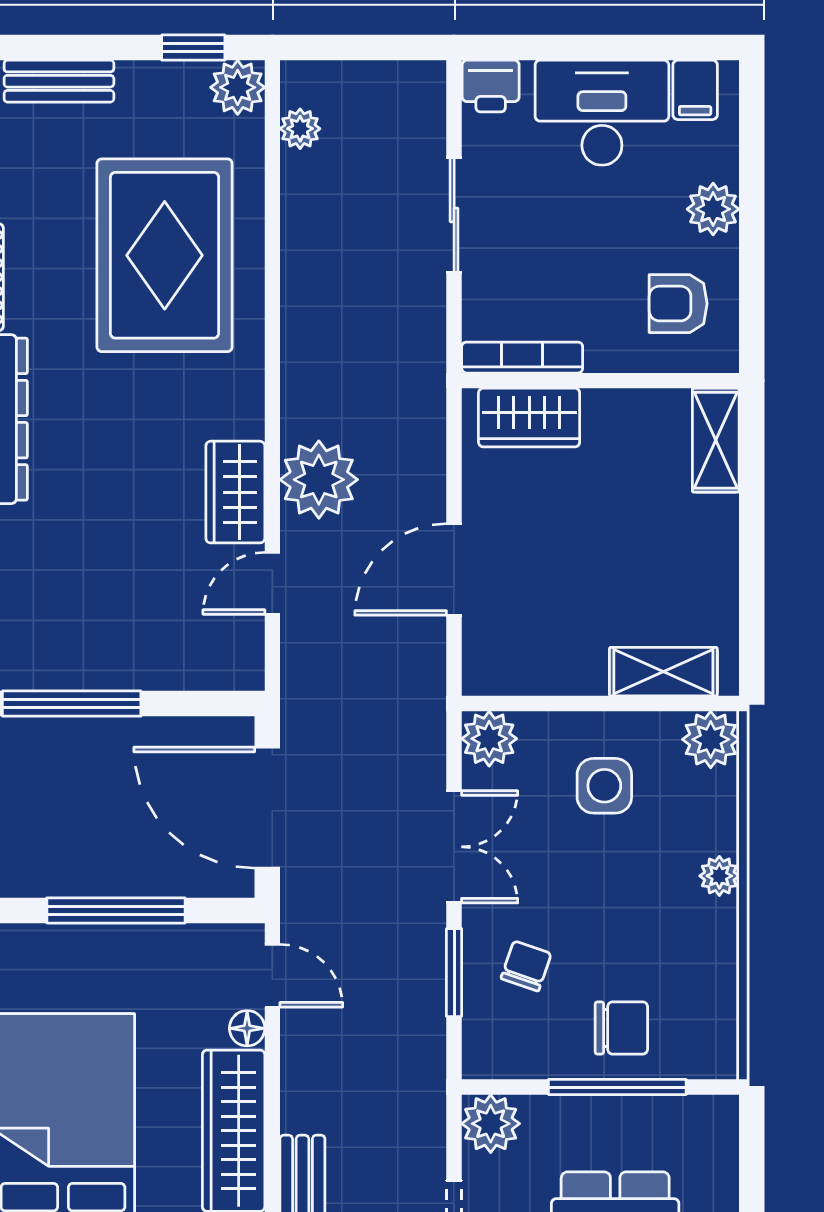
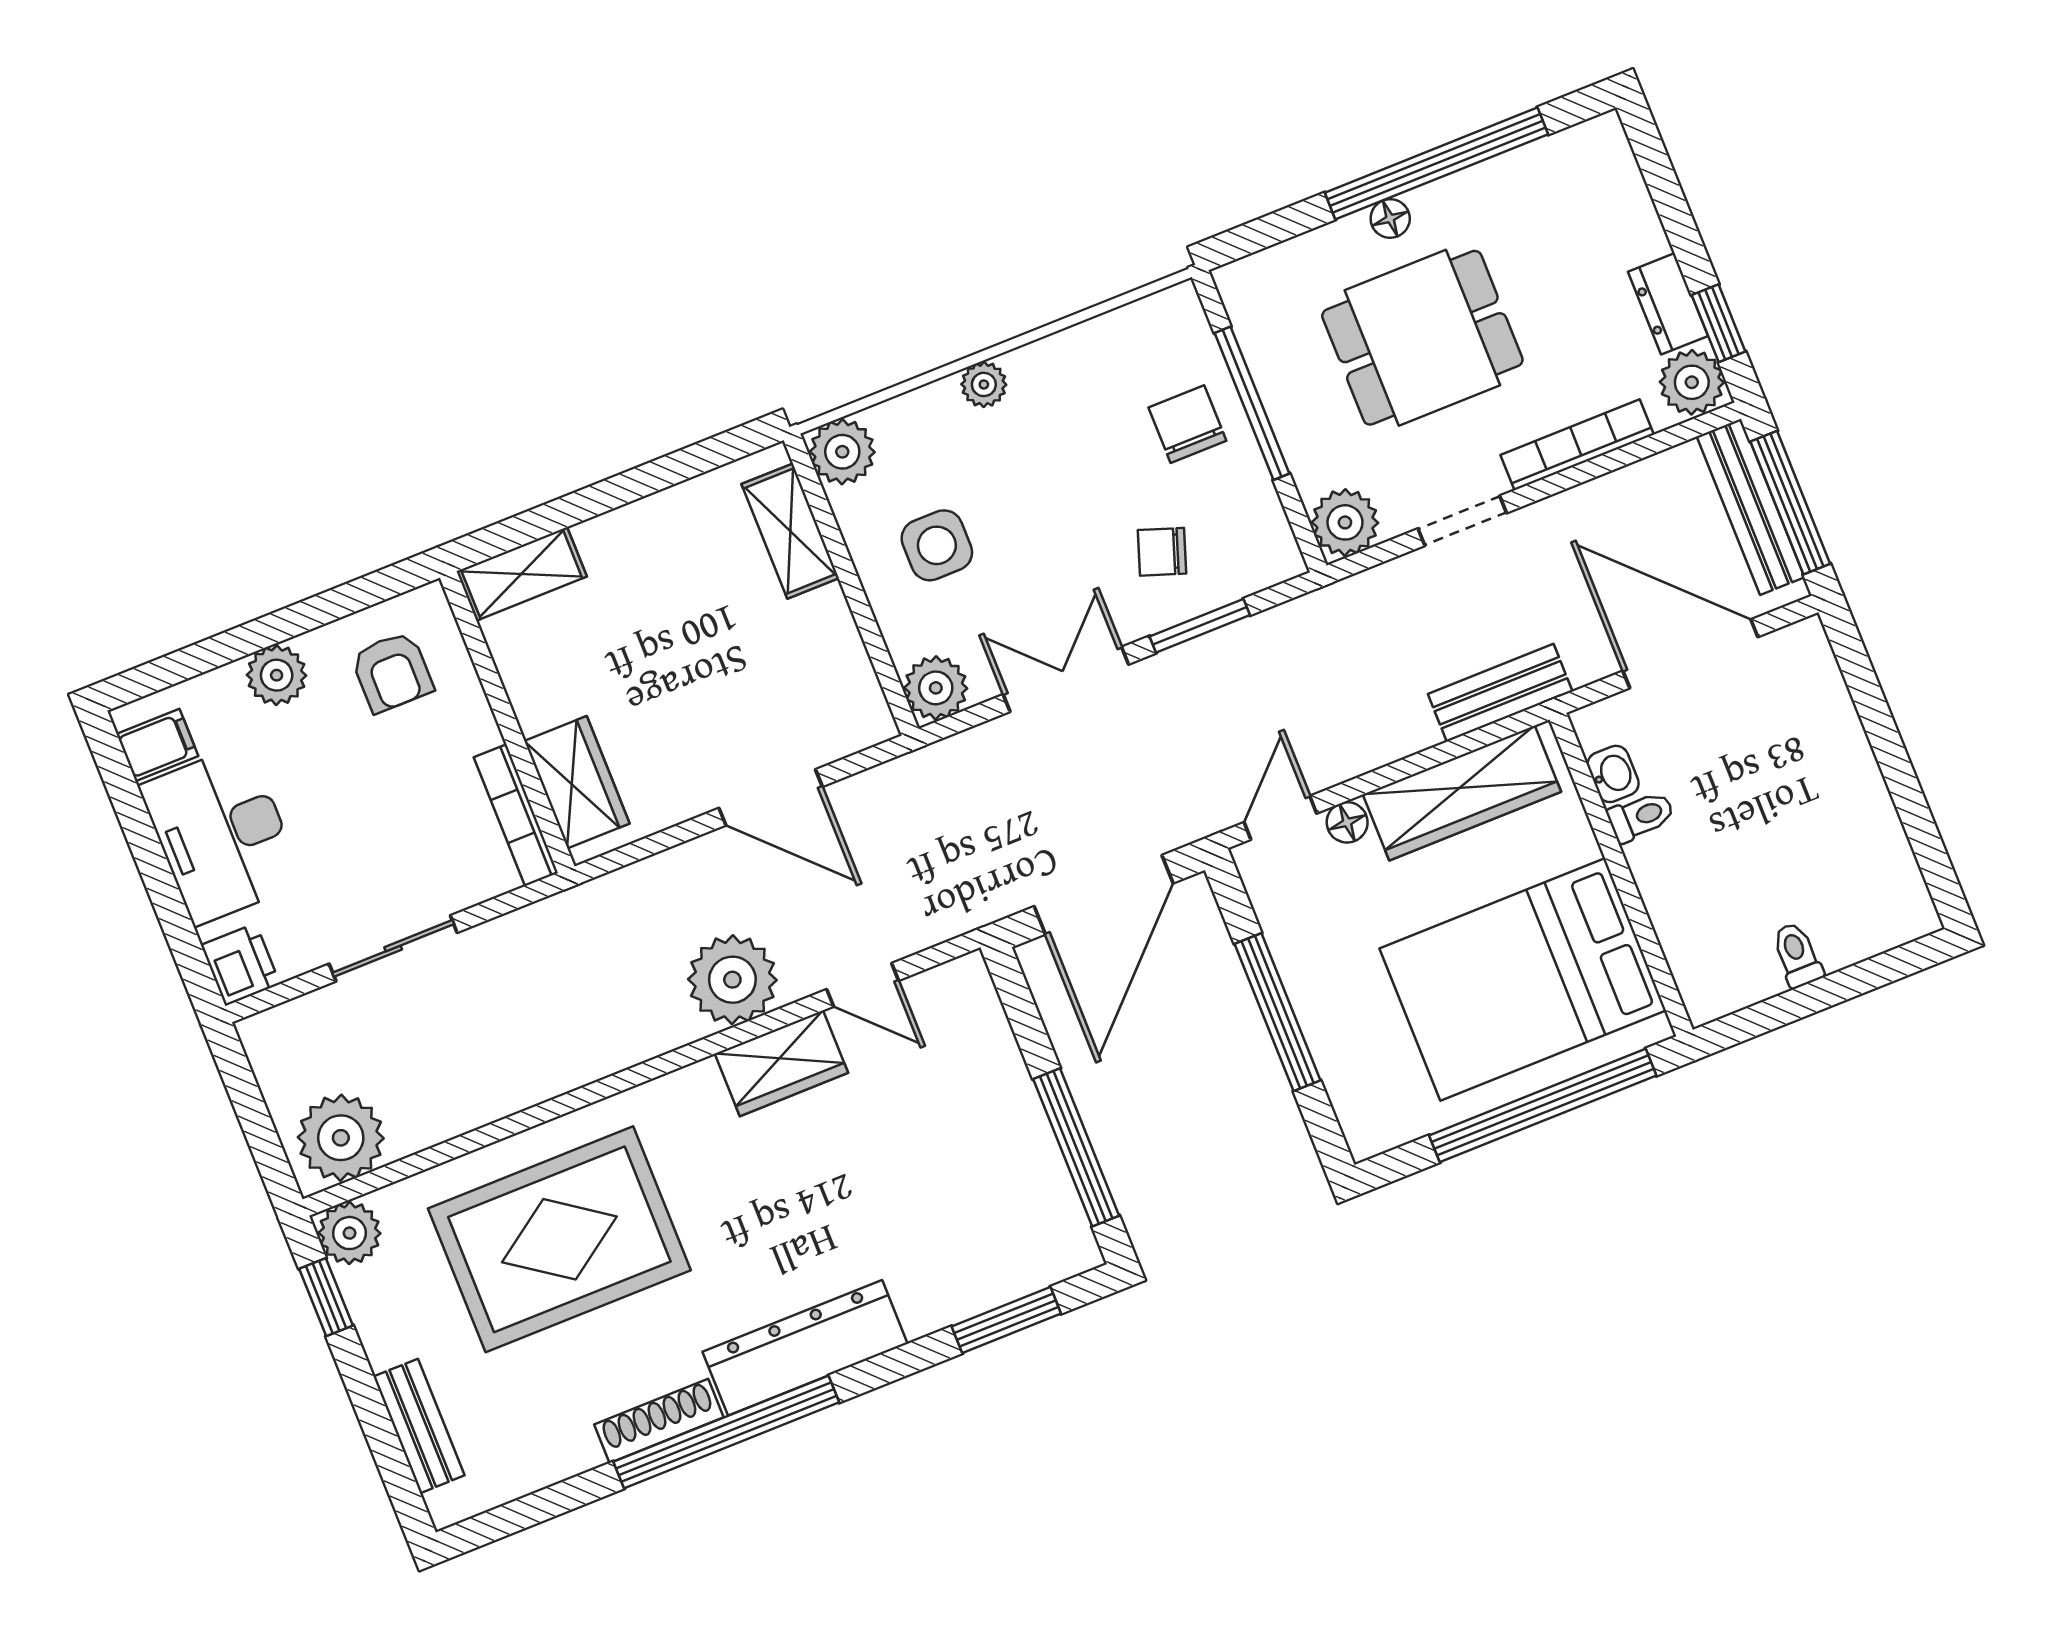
plant: (300, 129) -> (341, 1138), width x1.88, depth x1.88

